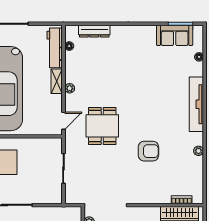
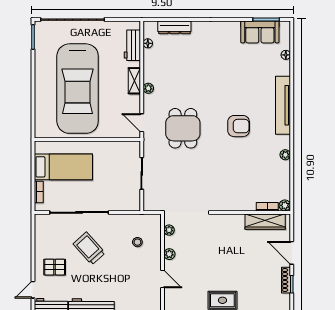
workbench: (55, 48) -> (132, 45), width x0.73
door: (63, 121) -> (142, 123), swing flipped
armchair: (148, 151) -> (239, 126), moved
plant: (198, 198) -> (285, 205), added

